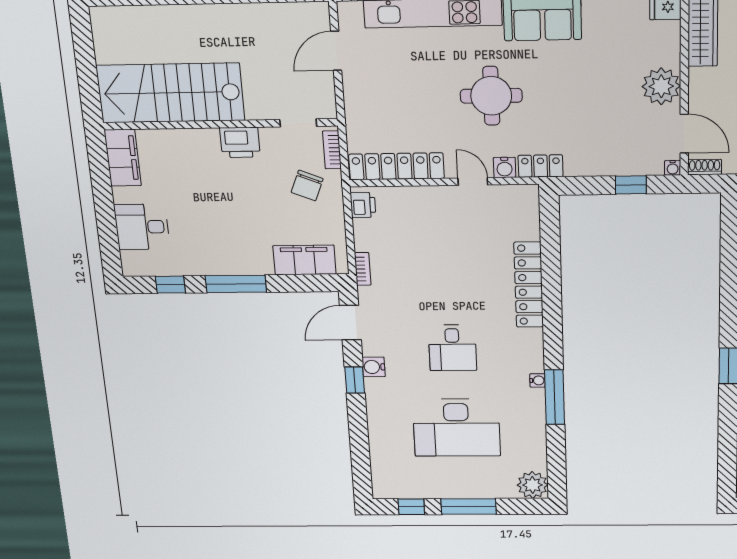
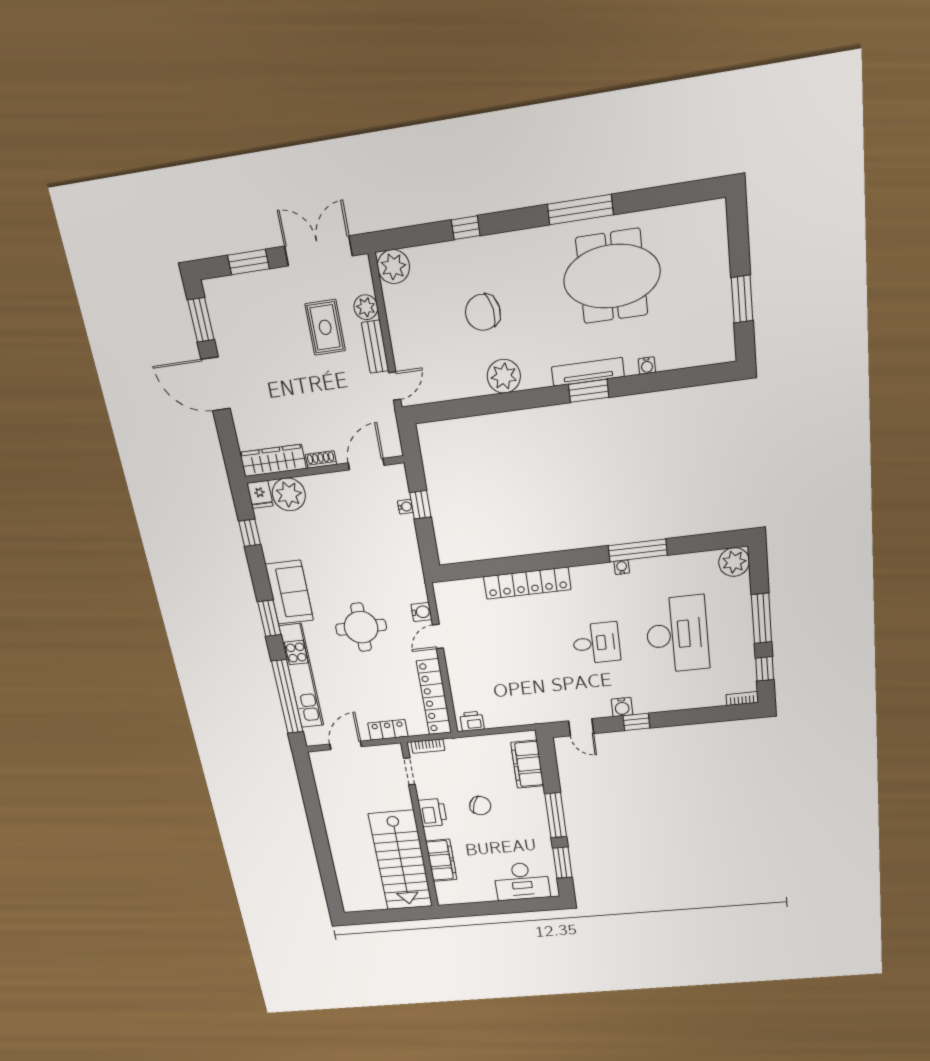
door: (336, 51) -> (346, 745), swing flipped
plant: (661, 86) -> (289, 494), moved
filing cabinet: (123, 158) -> (441, 860), moved, turned 90
locker: (541, 166) -> (388, 730), moved, turned 90
shoe rack: (705, 167) -> (321, 459), moved, turned 90
water cooler: (673, 168) -> (405, 507), moved
chair: (307, 186) -> (480, 806), moved
desk: (142, 227) -> (522, 881), width x1.37
bookcase: (363, 269) -> (742, 699), moved
window: (170, 285) -> (562, 863), width x1.50
door: (350, 323) -> (581, 727), width x0.73

